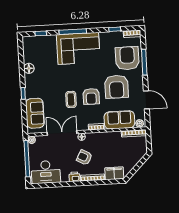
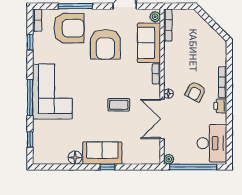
armchair: (127, 58) -> (69, 28), turned 180
armchair: (117, 87) -> (105, 44), turned 90
armchair: (91, 96) -> (116, 78), removed
sofa: (35, 113) -> (102, 153), moved
filing cabinet: (114, 173) -> (219, 54), removed

